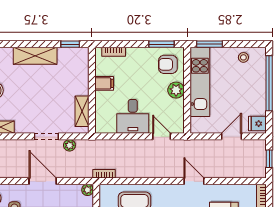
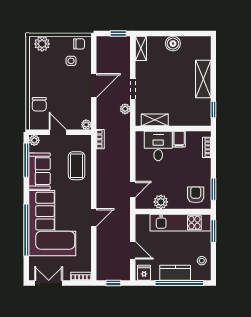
kitchen counter: (257, 88) -> (175, 273), added
plant: (176, 90) -> (161, 202), moved
desk: (133, 116) -> (158, 146), moved, turned 90

